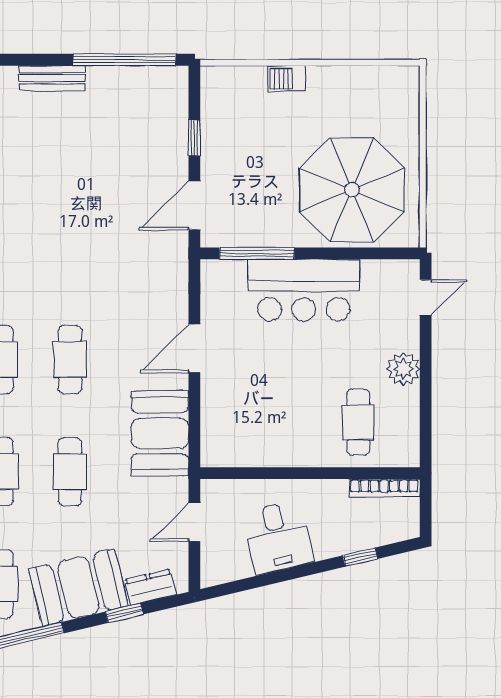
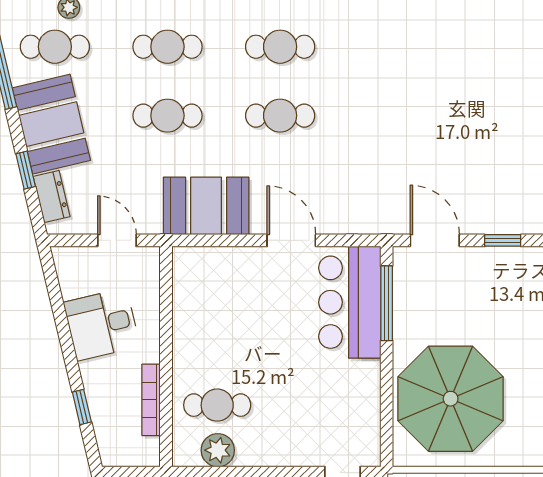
bar counter: (304, 290) -> (350, 302), moved
plant: (403, 369) -> (218, 450), moved
bookcase: (384, 488) -> (151, 400), moved

